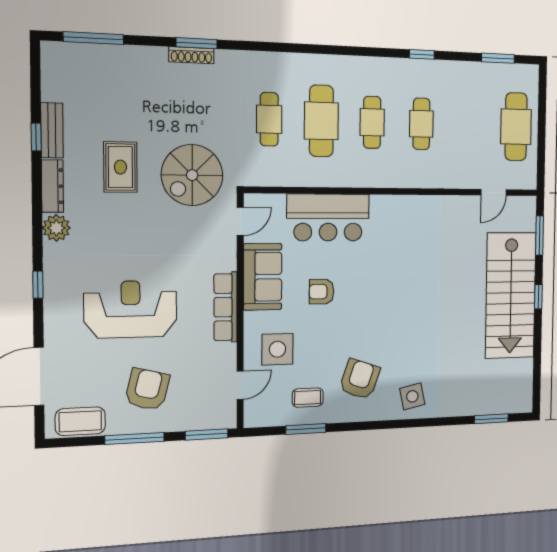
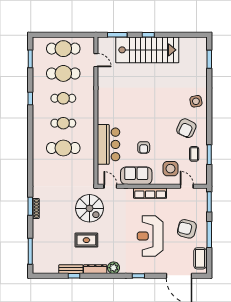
cafe table: (269, 119) -> (63, 73), moved, width x1.37, depth x1.35
armchair: (360, 379) -> (186, 128), turned -84

